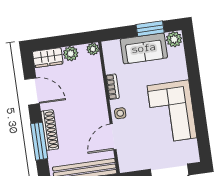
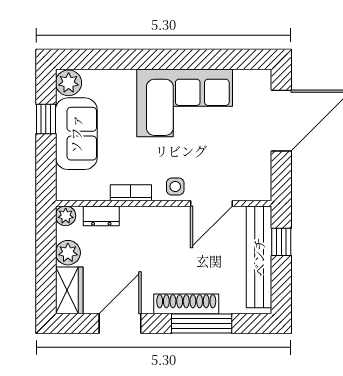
window: (150, 29) -> (46, 119), width x0.67
dresser: (96, 71) -> (101, 216), added
door: (113, 137) -> (211, 203), hinge flipped

